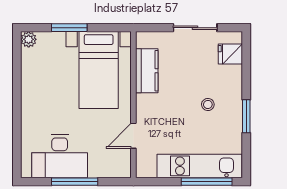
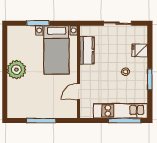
plant: (29, 39) -> (16, 70), moved, width x1.88, depth x1.88
fridge: (230, 54) -> (140, 50), moved
desk: (60, 156) -> (32, 104), removed

